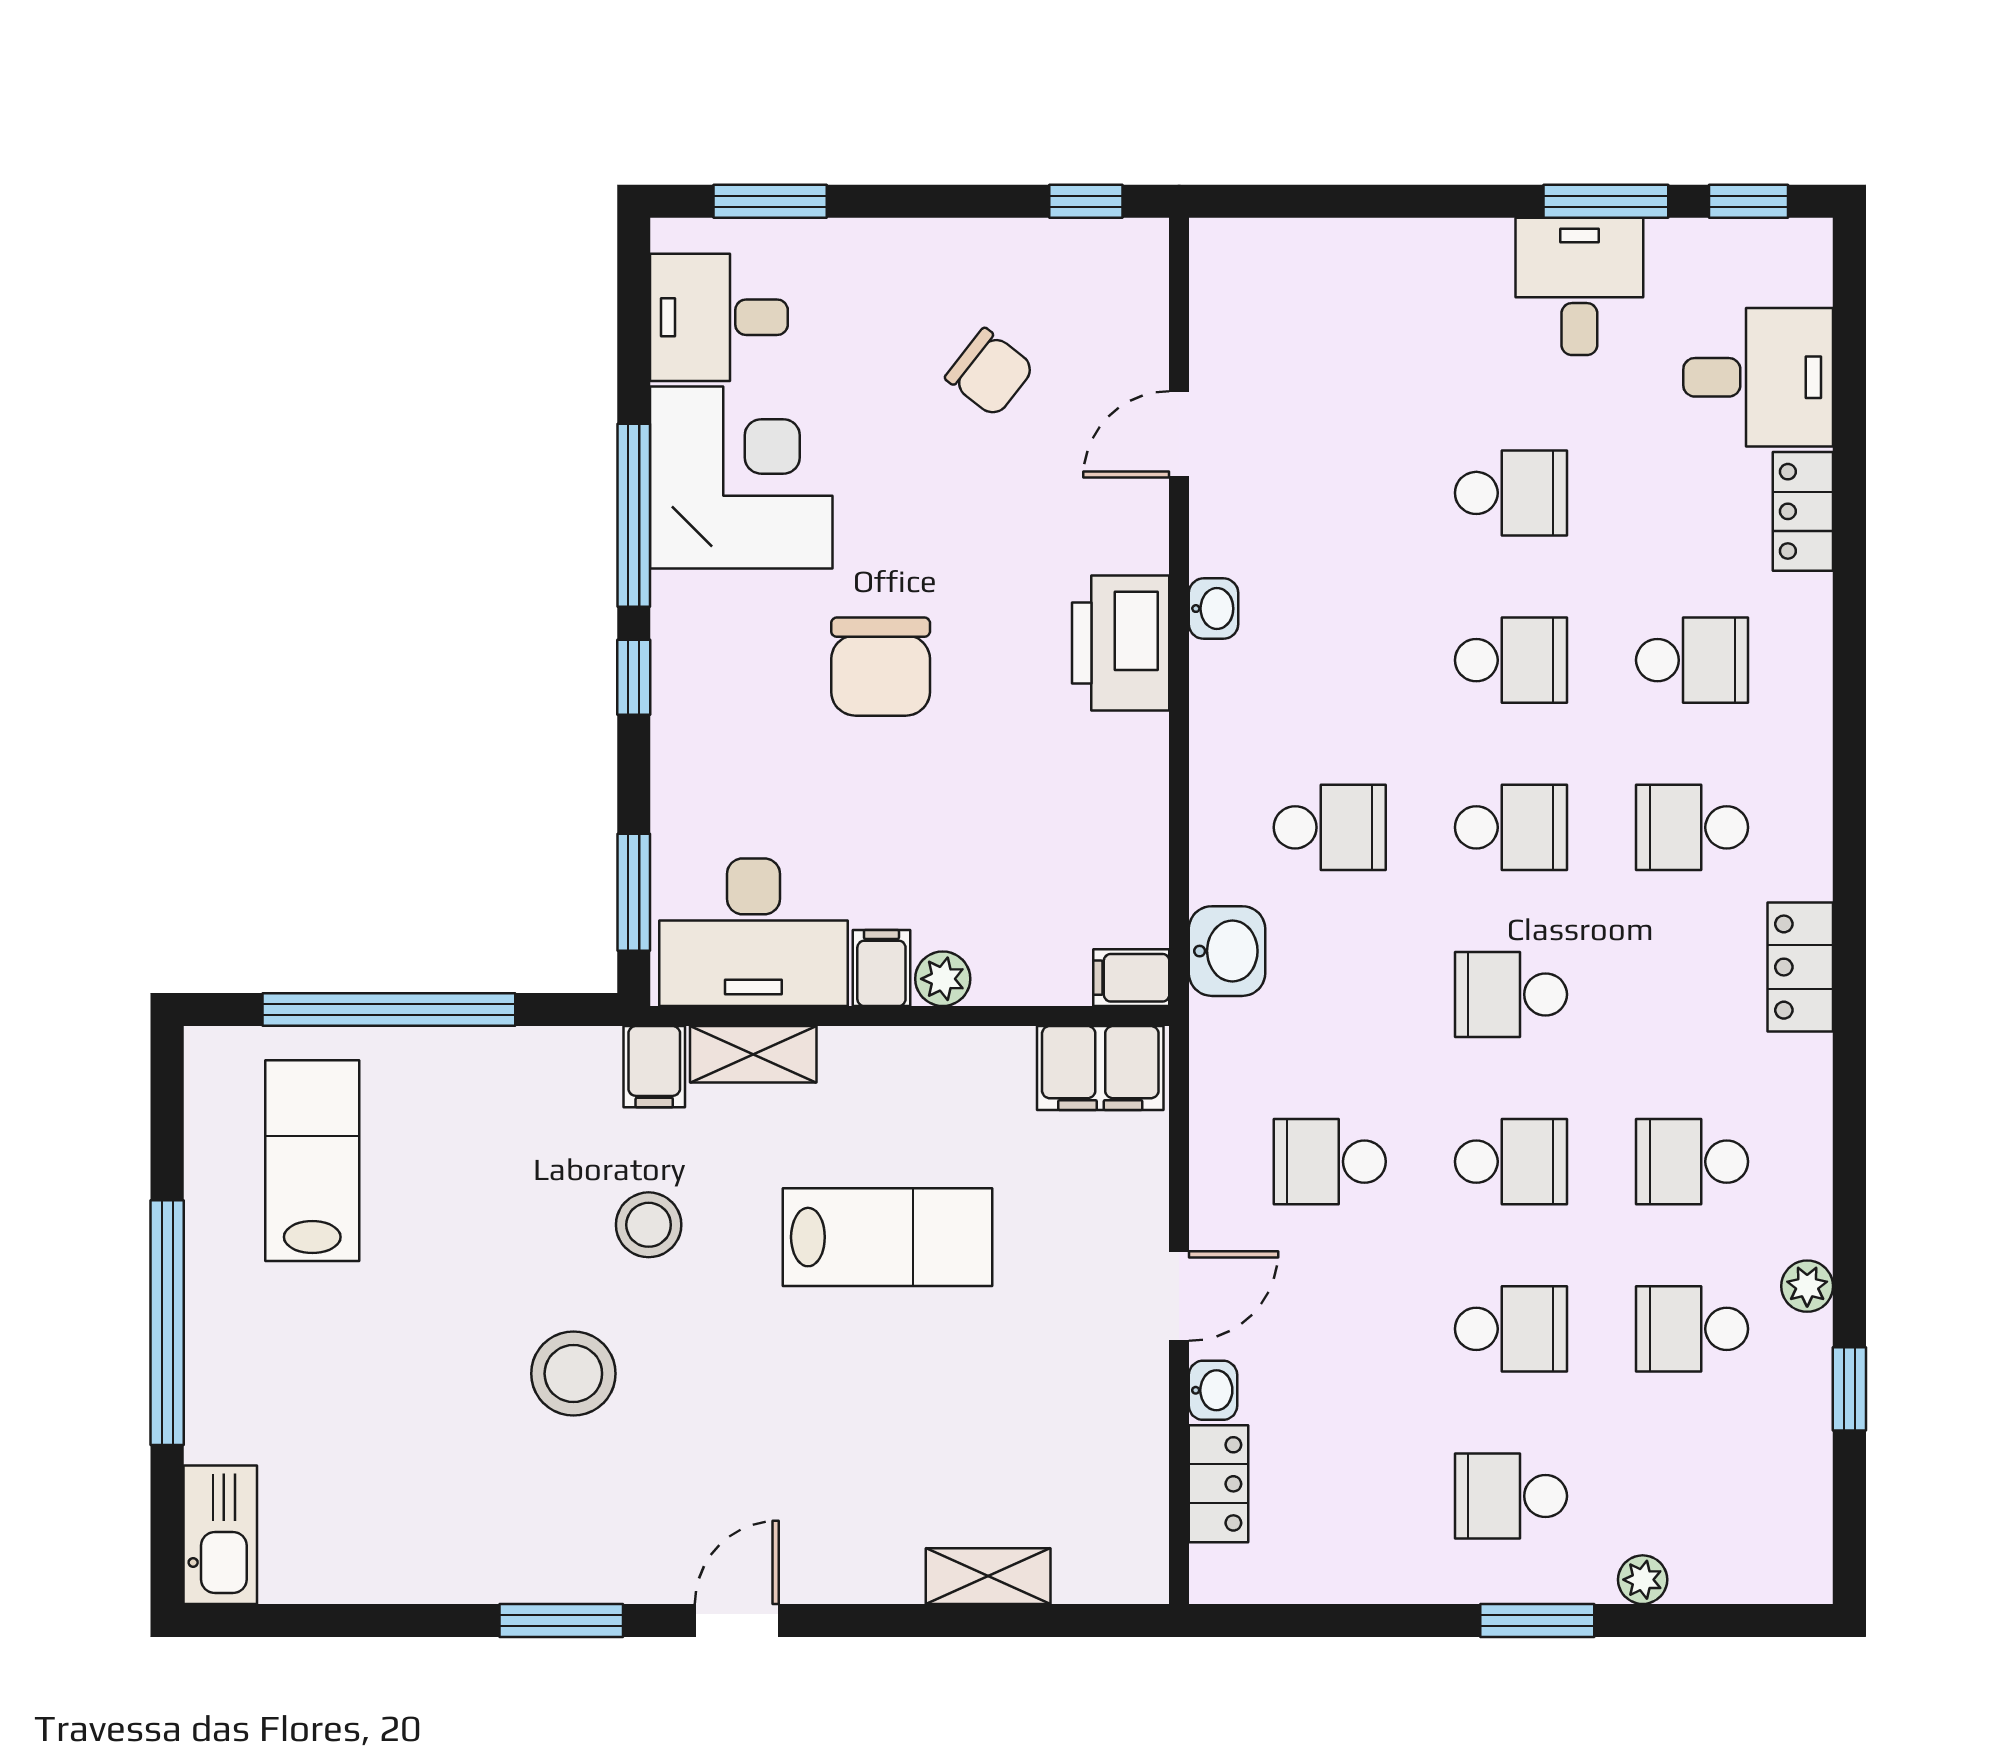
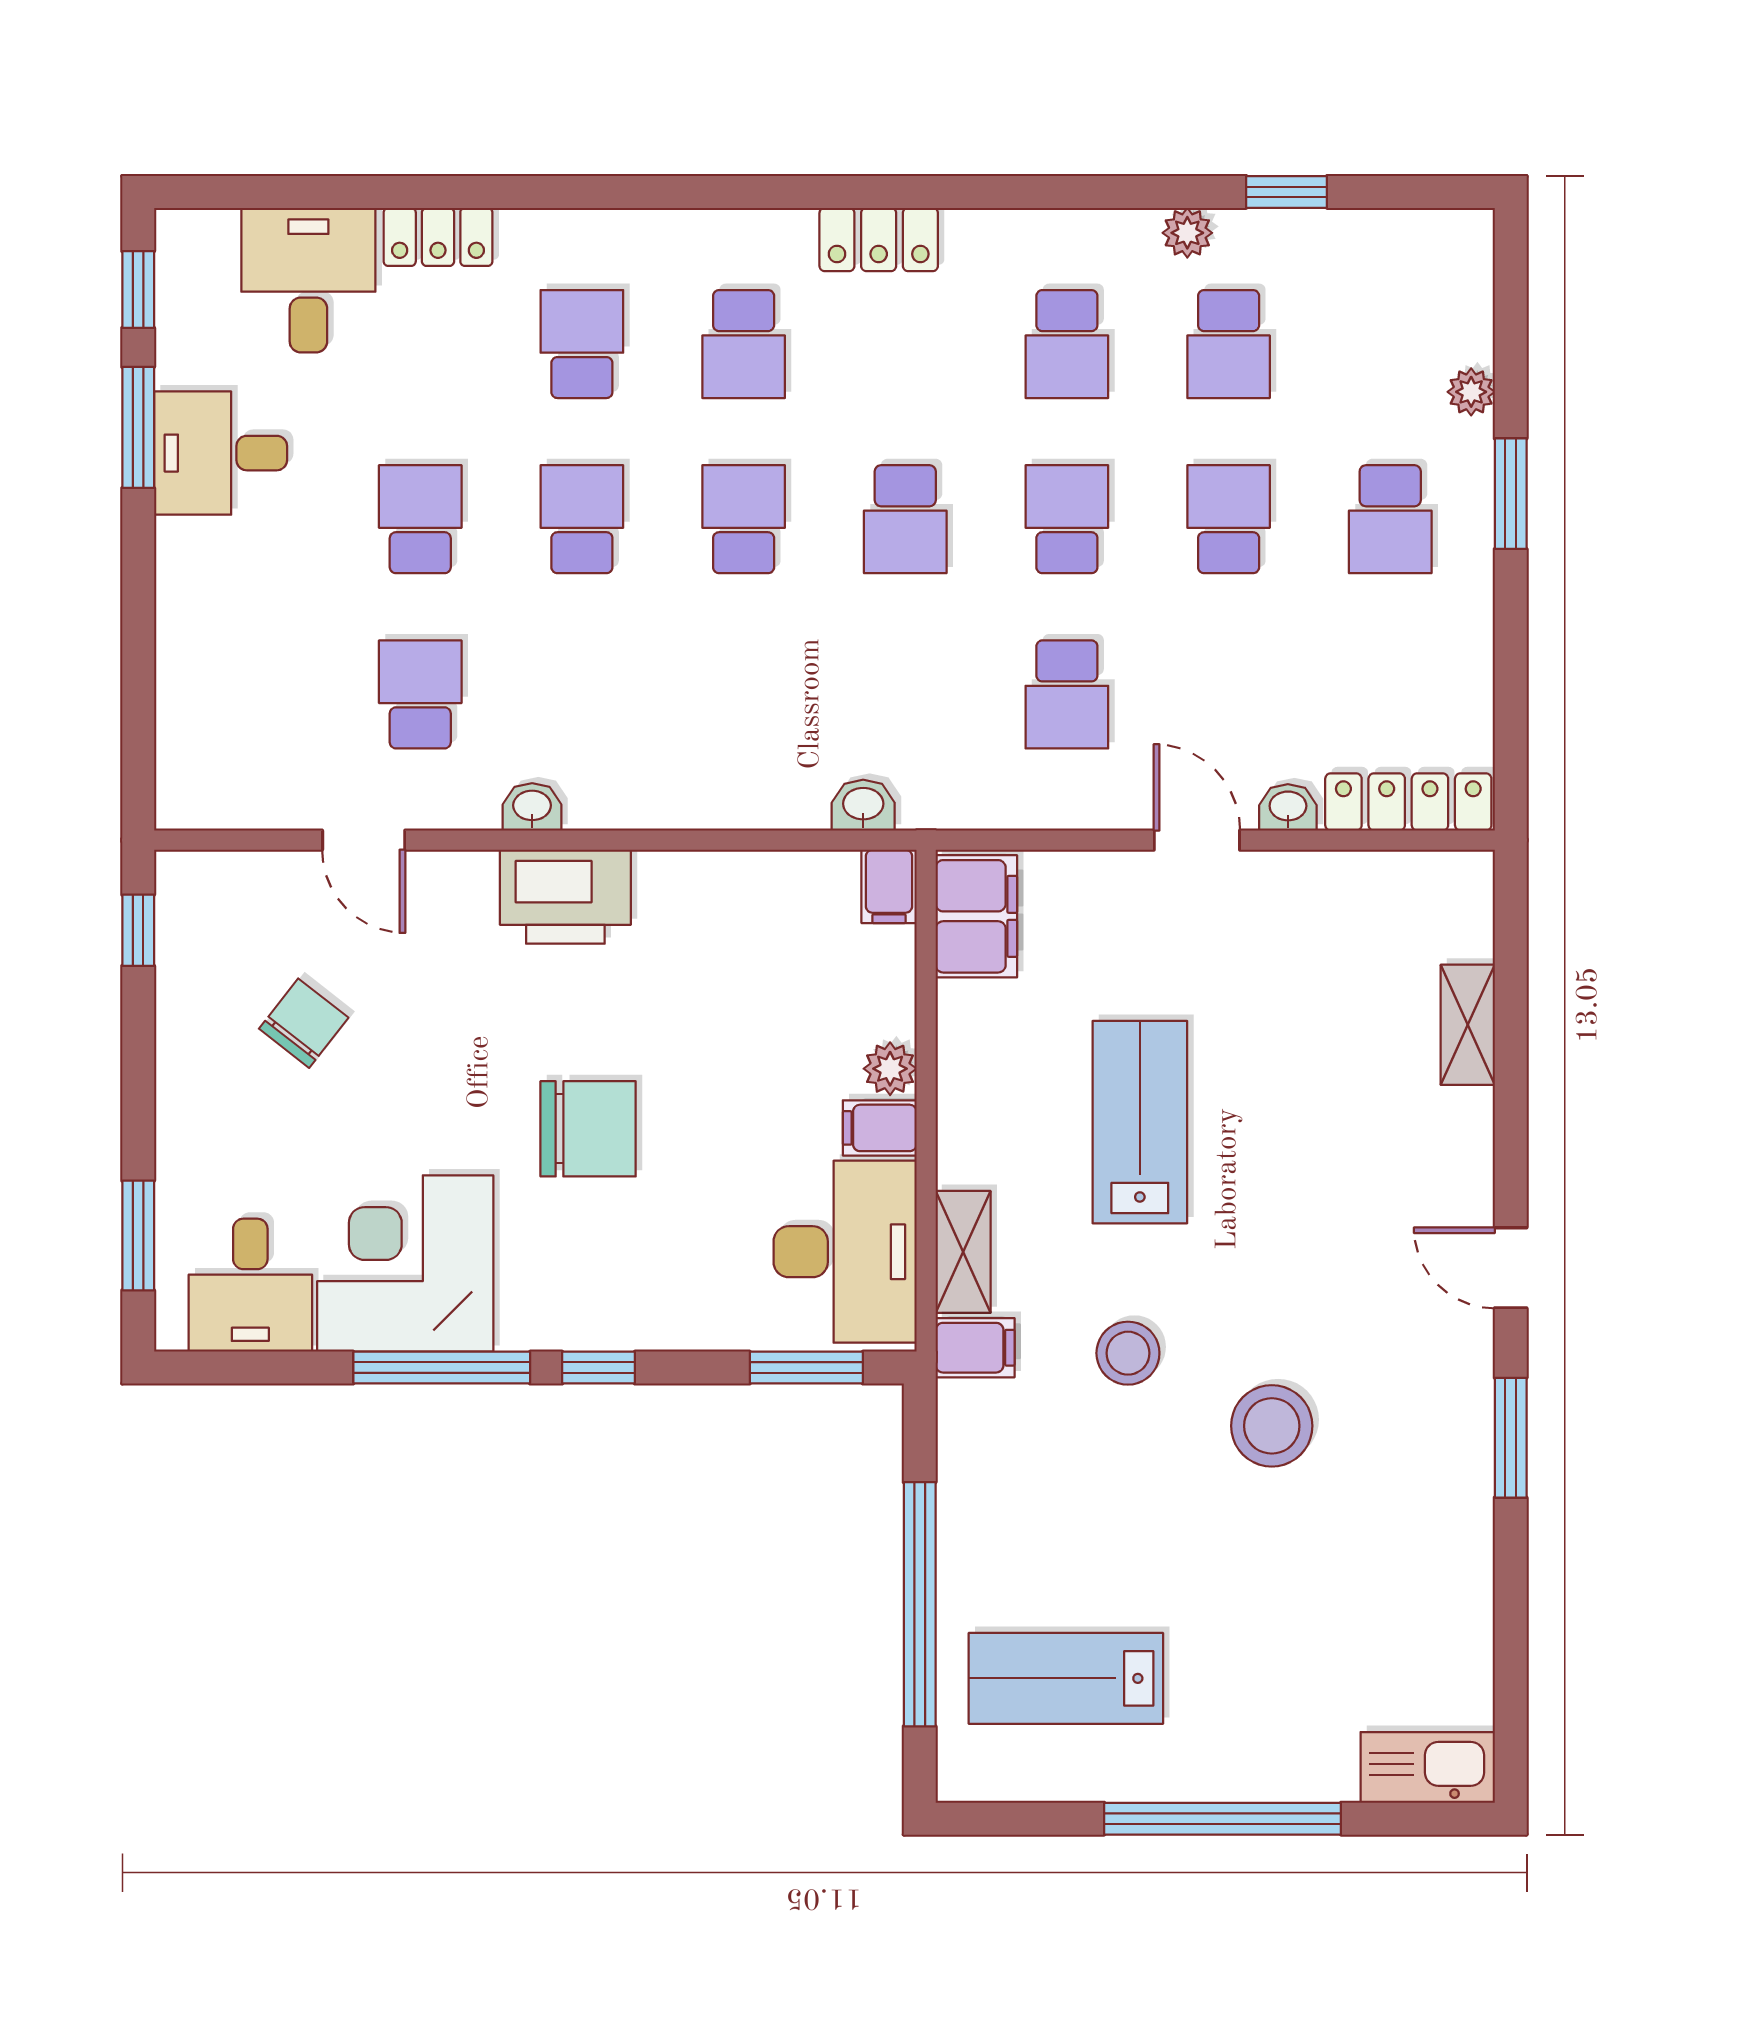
school desk: (1330, 827) -> (420, 694), moved
washbasin: (1227, 951) -> (863, 805), width x0.72, depth x0.69
locker: (1219, 1484) -> (1408, 802), width x1.53

